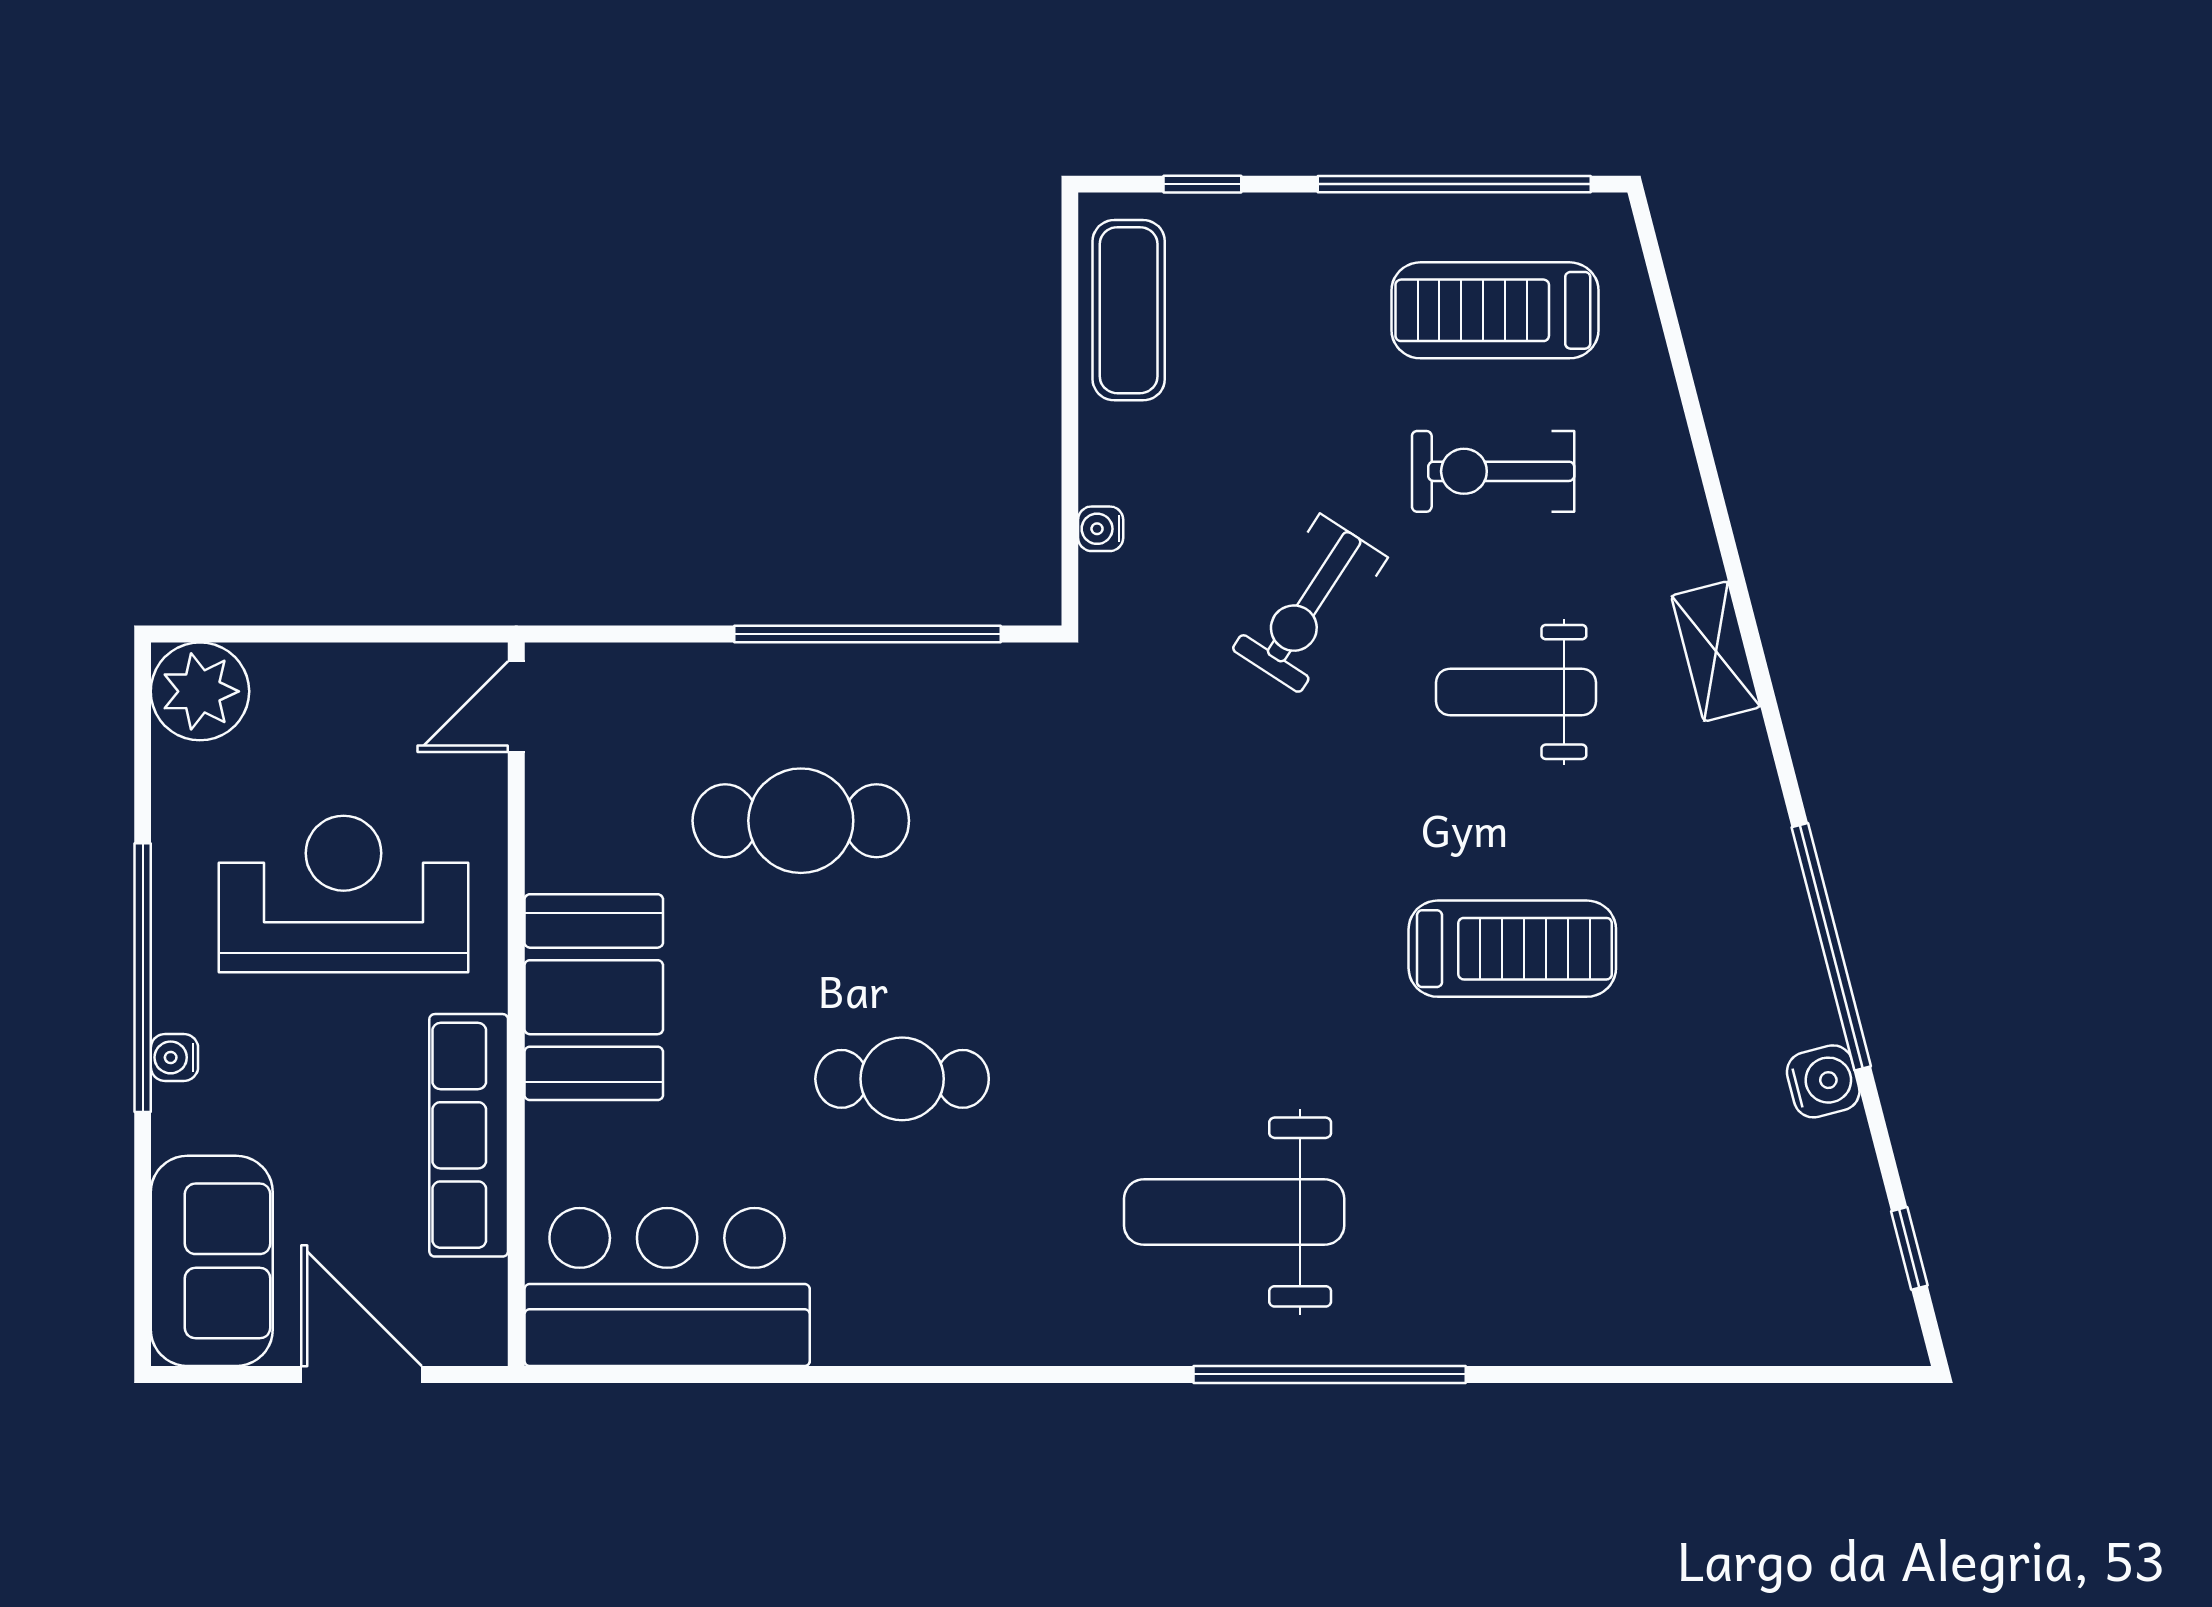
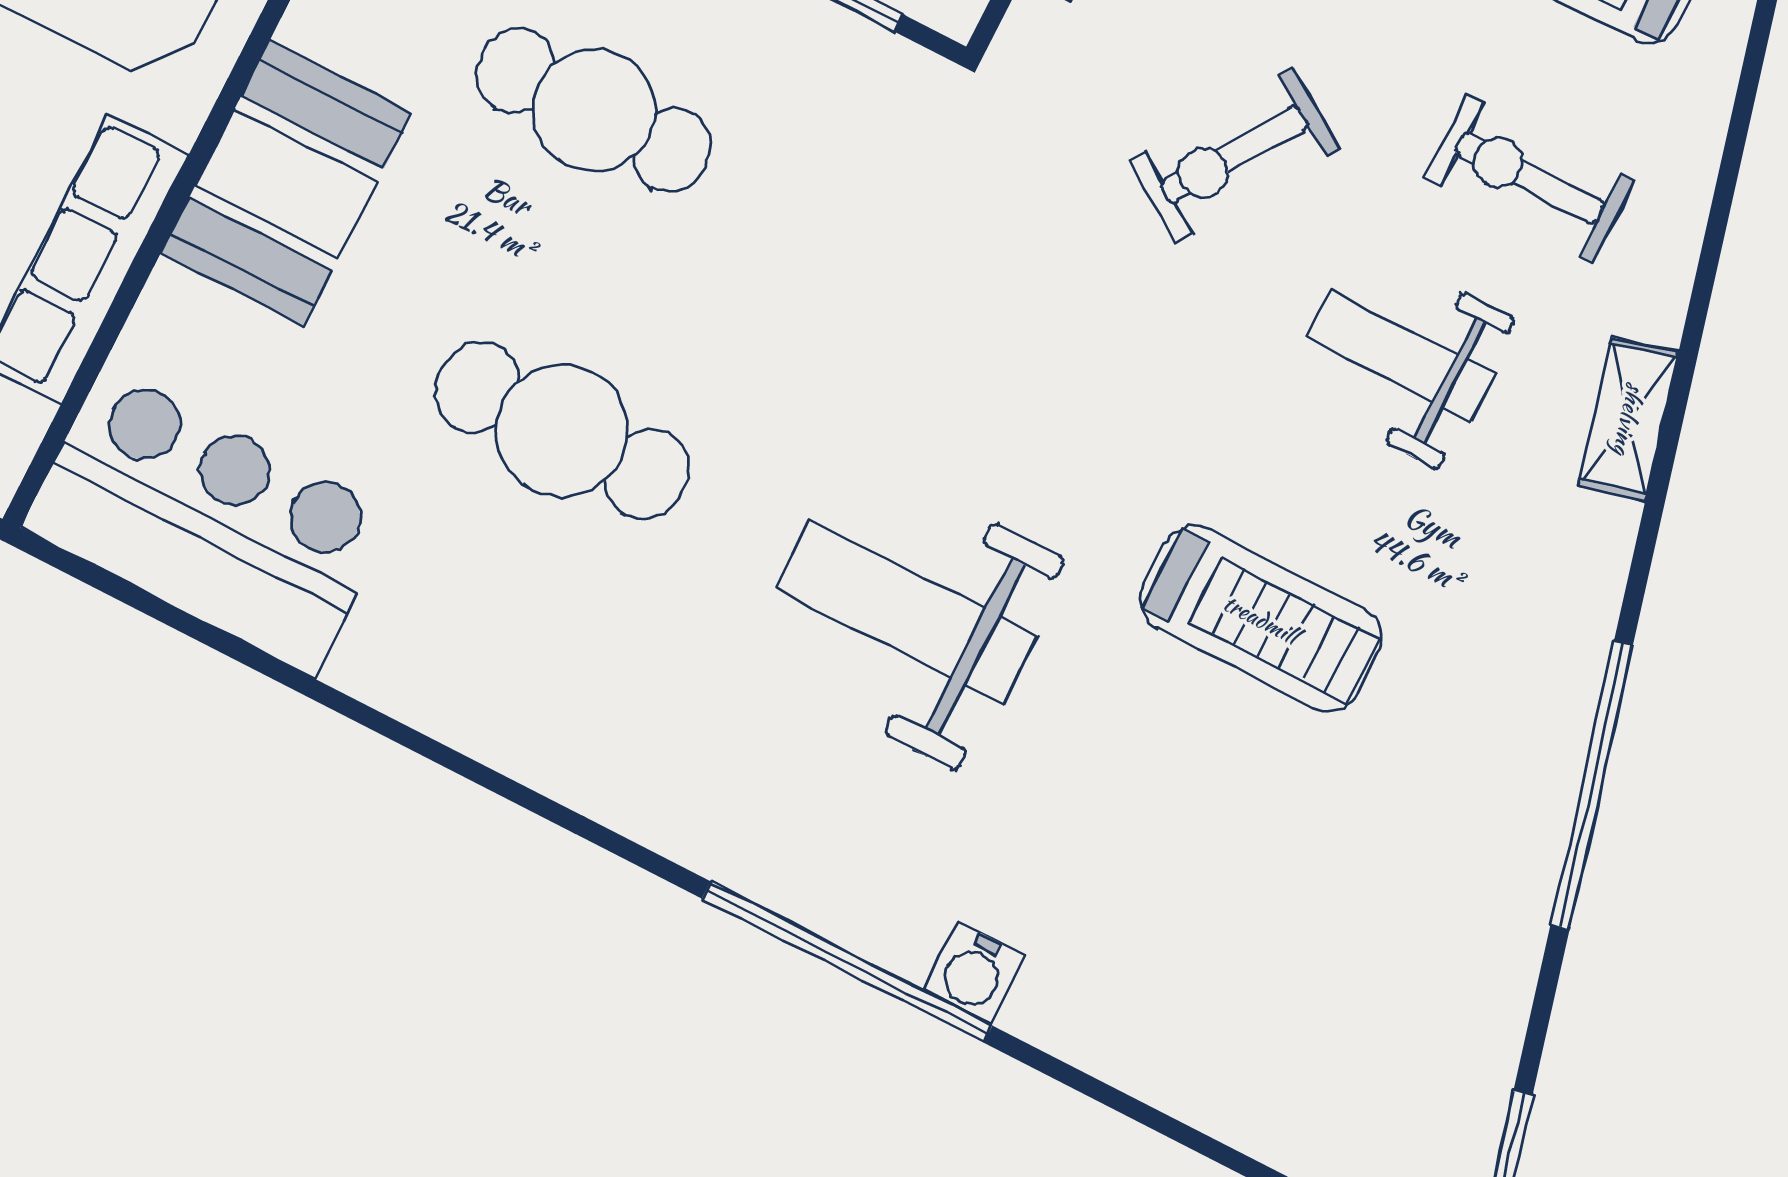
exercise bike: (1493, 471) -> (1530, 178), moved
cafe table: (902, 1079) -> (562, 431), width x1.37, depth x1.35
water cooler: (1823, 1081) -> (974, 973), moved, turned 105
weight bench: (1234, 1212) -> (907, 612), moved

